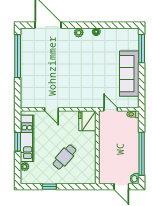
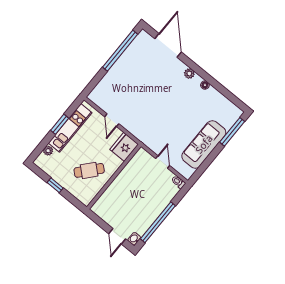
fridge: (87, 121) -> (124, 147), moved
wall: (97, 147) -> (114, 177), moved

